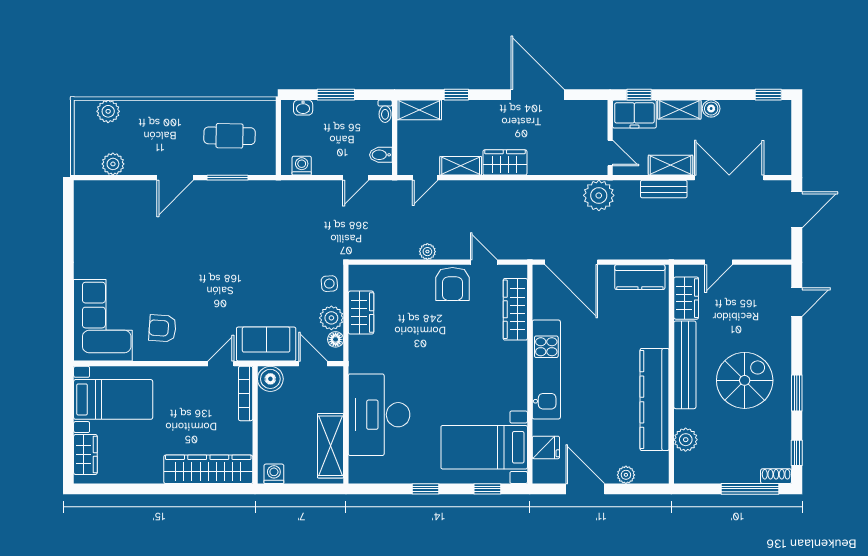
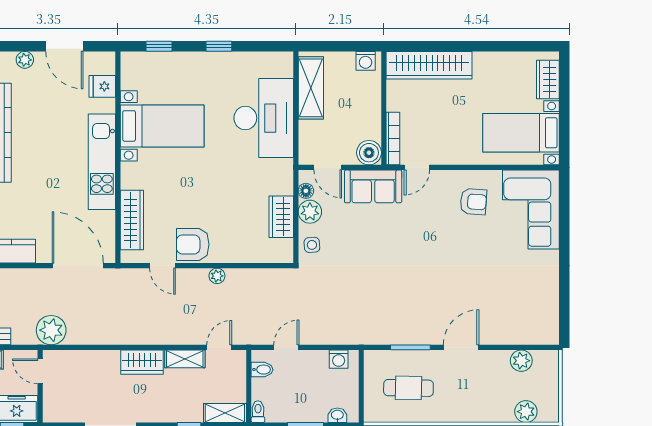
armchair: (452, 284) -> (193, 244), turned -90
bed with nightstands: (484, 447) -> (162, 126), moved

